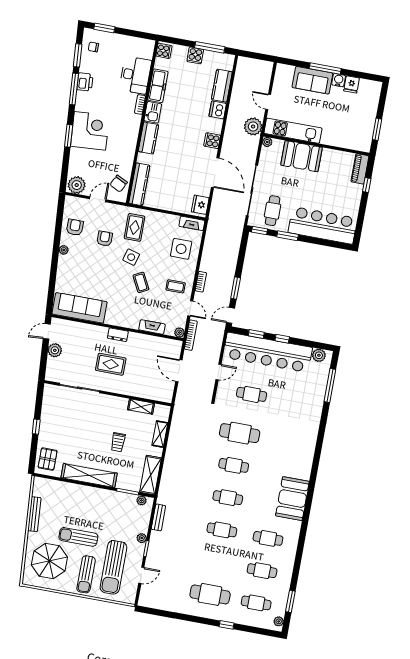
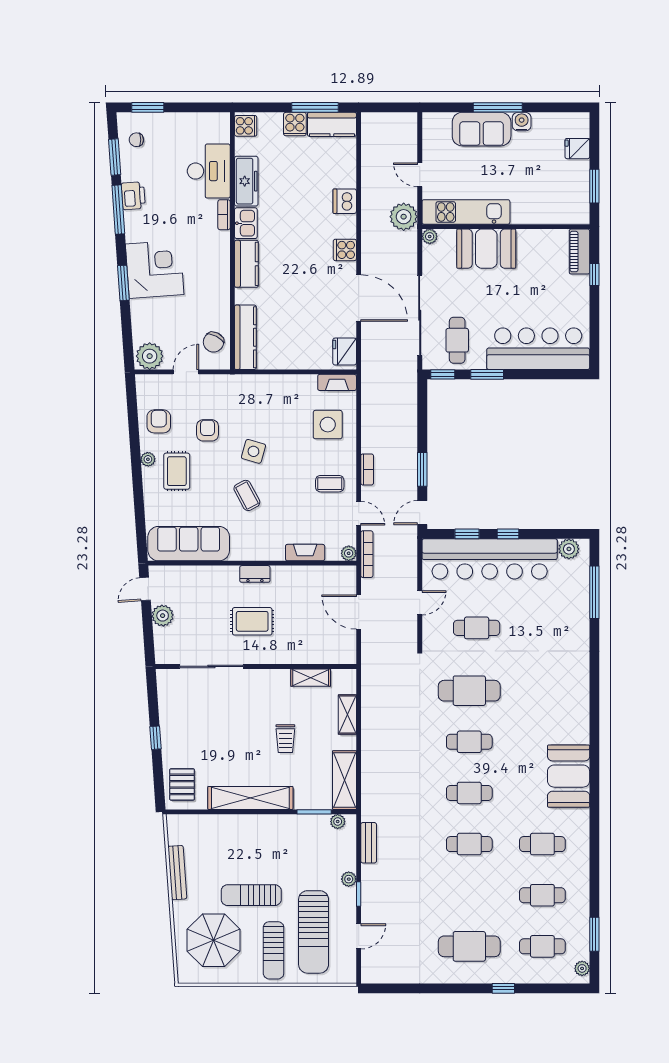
fridge: (352, 84) -> (577, 149), moved, turned 90
kitchen counter: (222, 86) -> (332, 124), moved, turned -90
rug: (135, 227) -> (177, 471), moved
coffee table: (141, 282) -> (247, 495), moved

